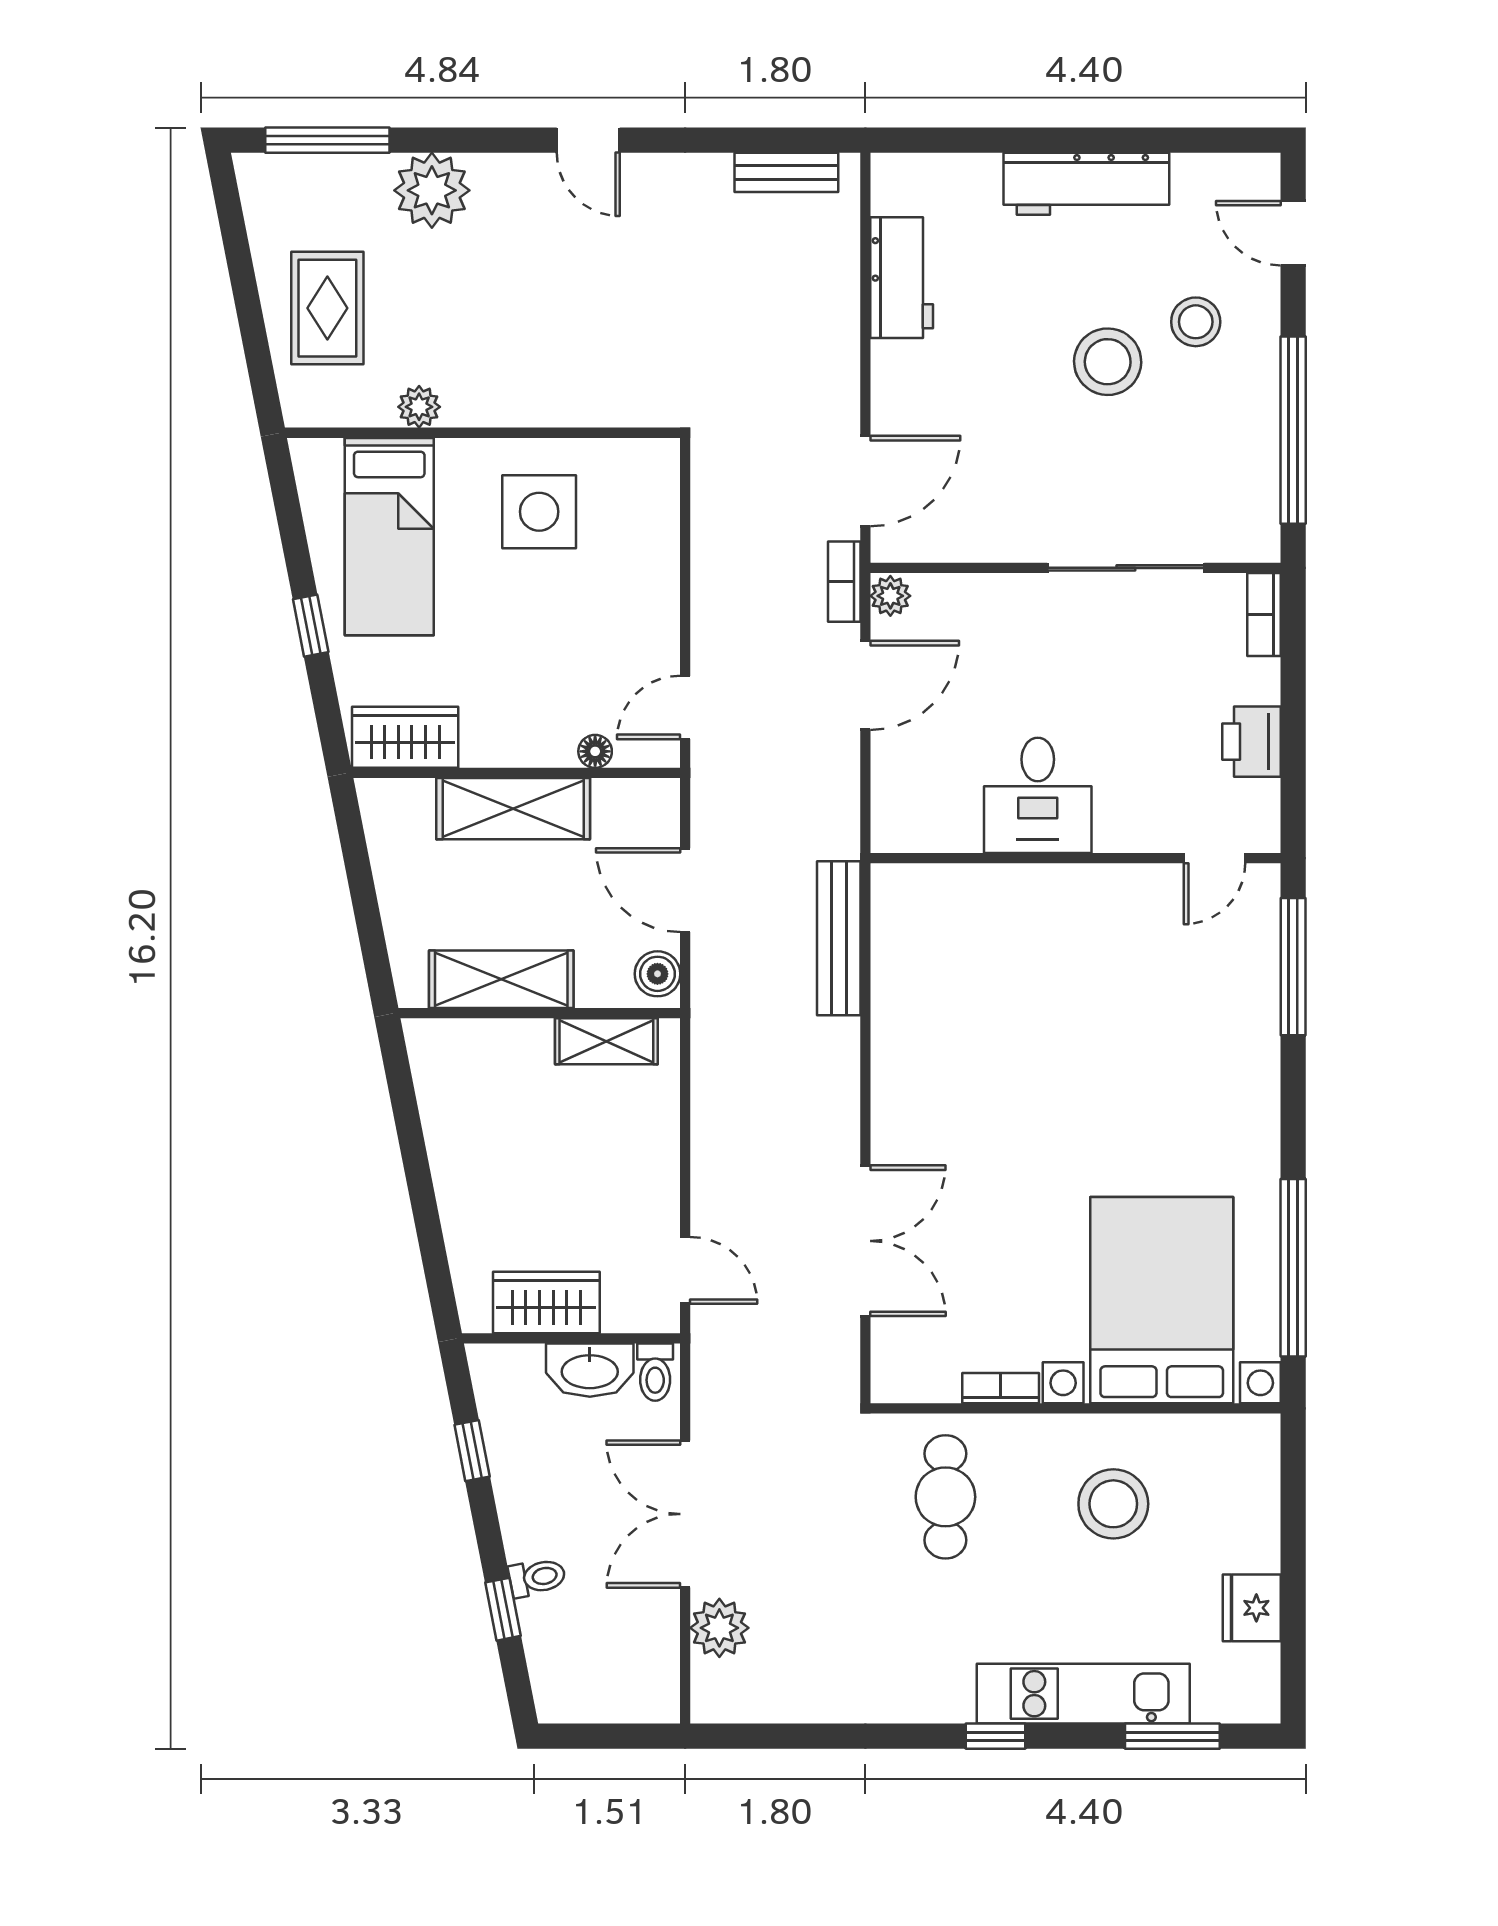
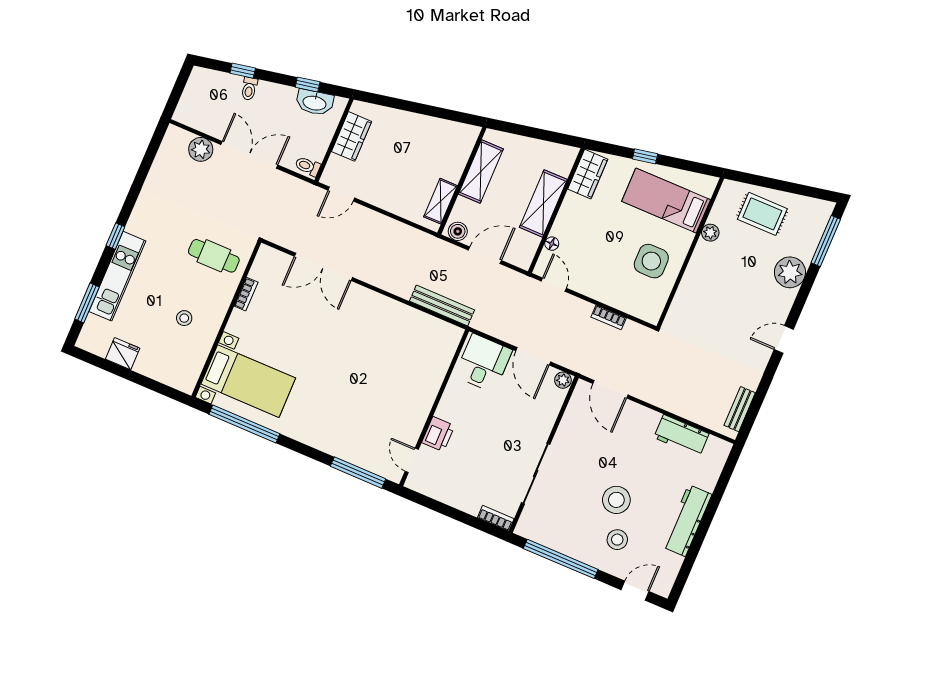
bookcase: (844, 582) -> (609, 317), moved, turned 180
printer: (1251, 742) -> (438, 434), moved, turned 90
desk: (1038, 795) -> (483, 363), moved, turned 90
bed with nightstands: (1162, 1300) -> (248, 381), width x0.73
washbasin: (590, 1370) -> (315, 102), moved, turned -101
stool: (1113, 1504) -> (184, 318), width x0.53, depth x0.53

